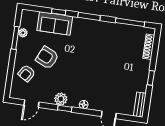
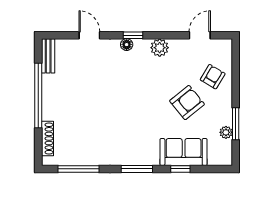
armchair: (47, 58) -> (187, 103), turned -64
window: (151, 78) -> (38, 95), width x3.17
window: (65, 108) -> (133, 35), moved

